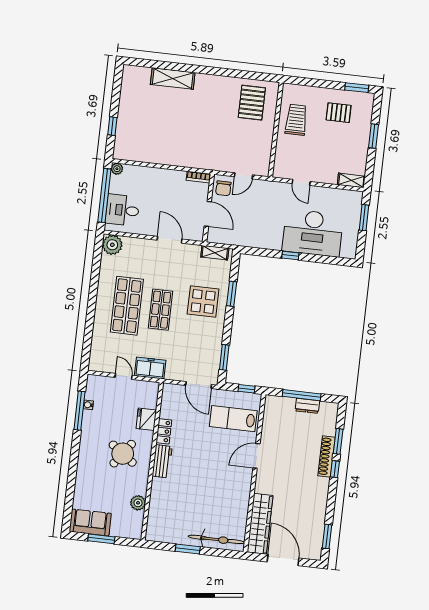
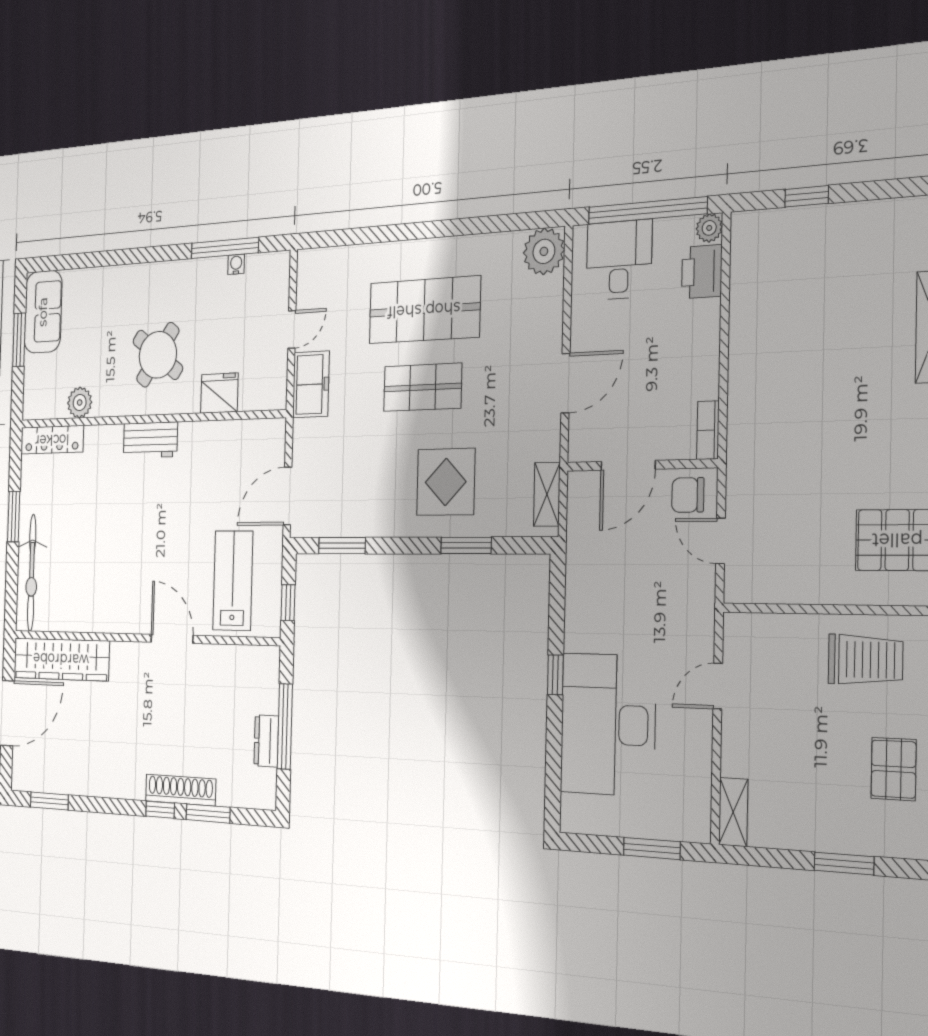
printer: (134, 174) -> (702, 272), added
locker: (164, 431) -> (52, 440), moved, width x1.53

